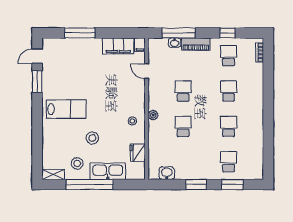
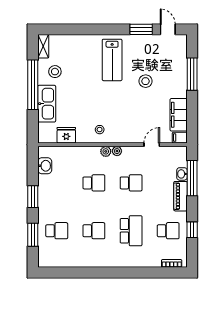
school desk: (229, 91) -> (131, 231), width x1.85
plant: (153, 105) -> (117, 151), added
stool: (92, 138) -> (146, 81), moved

